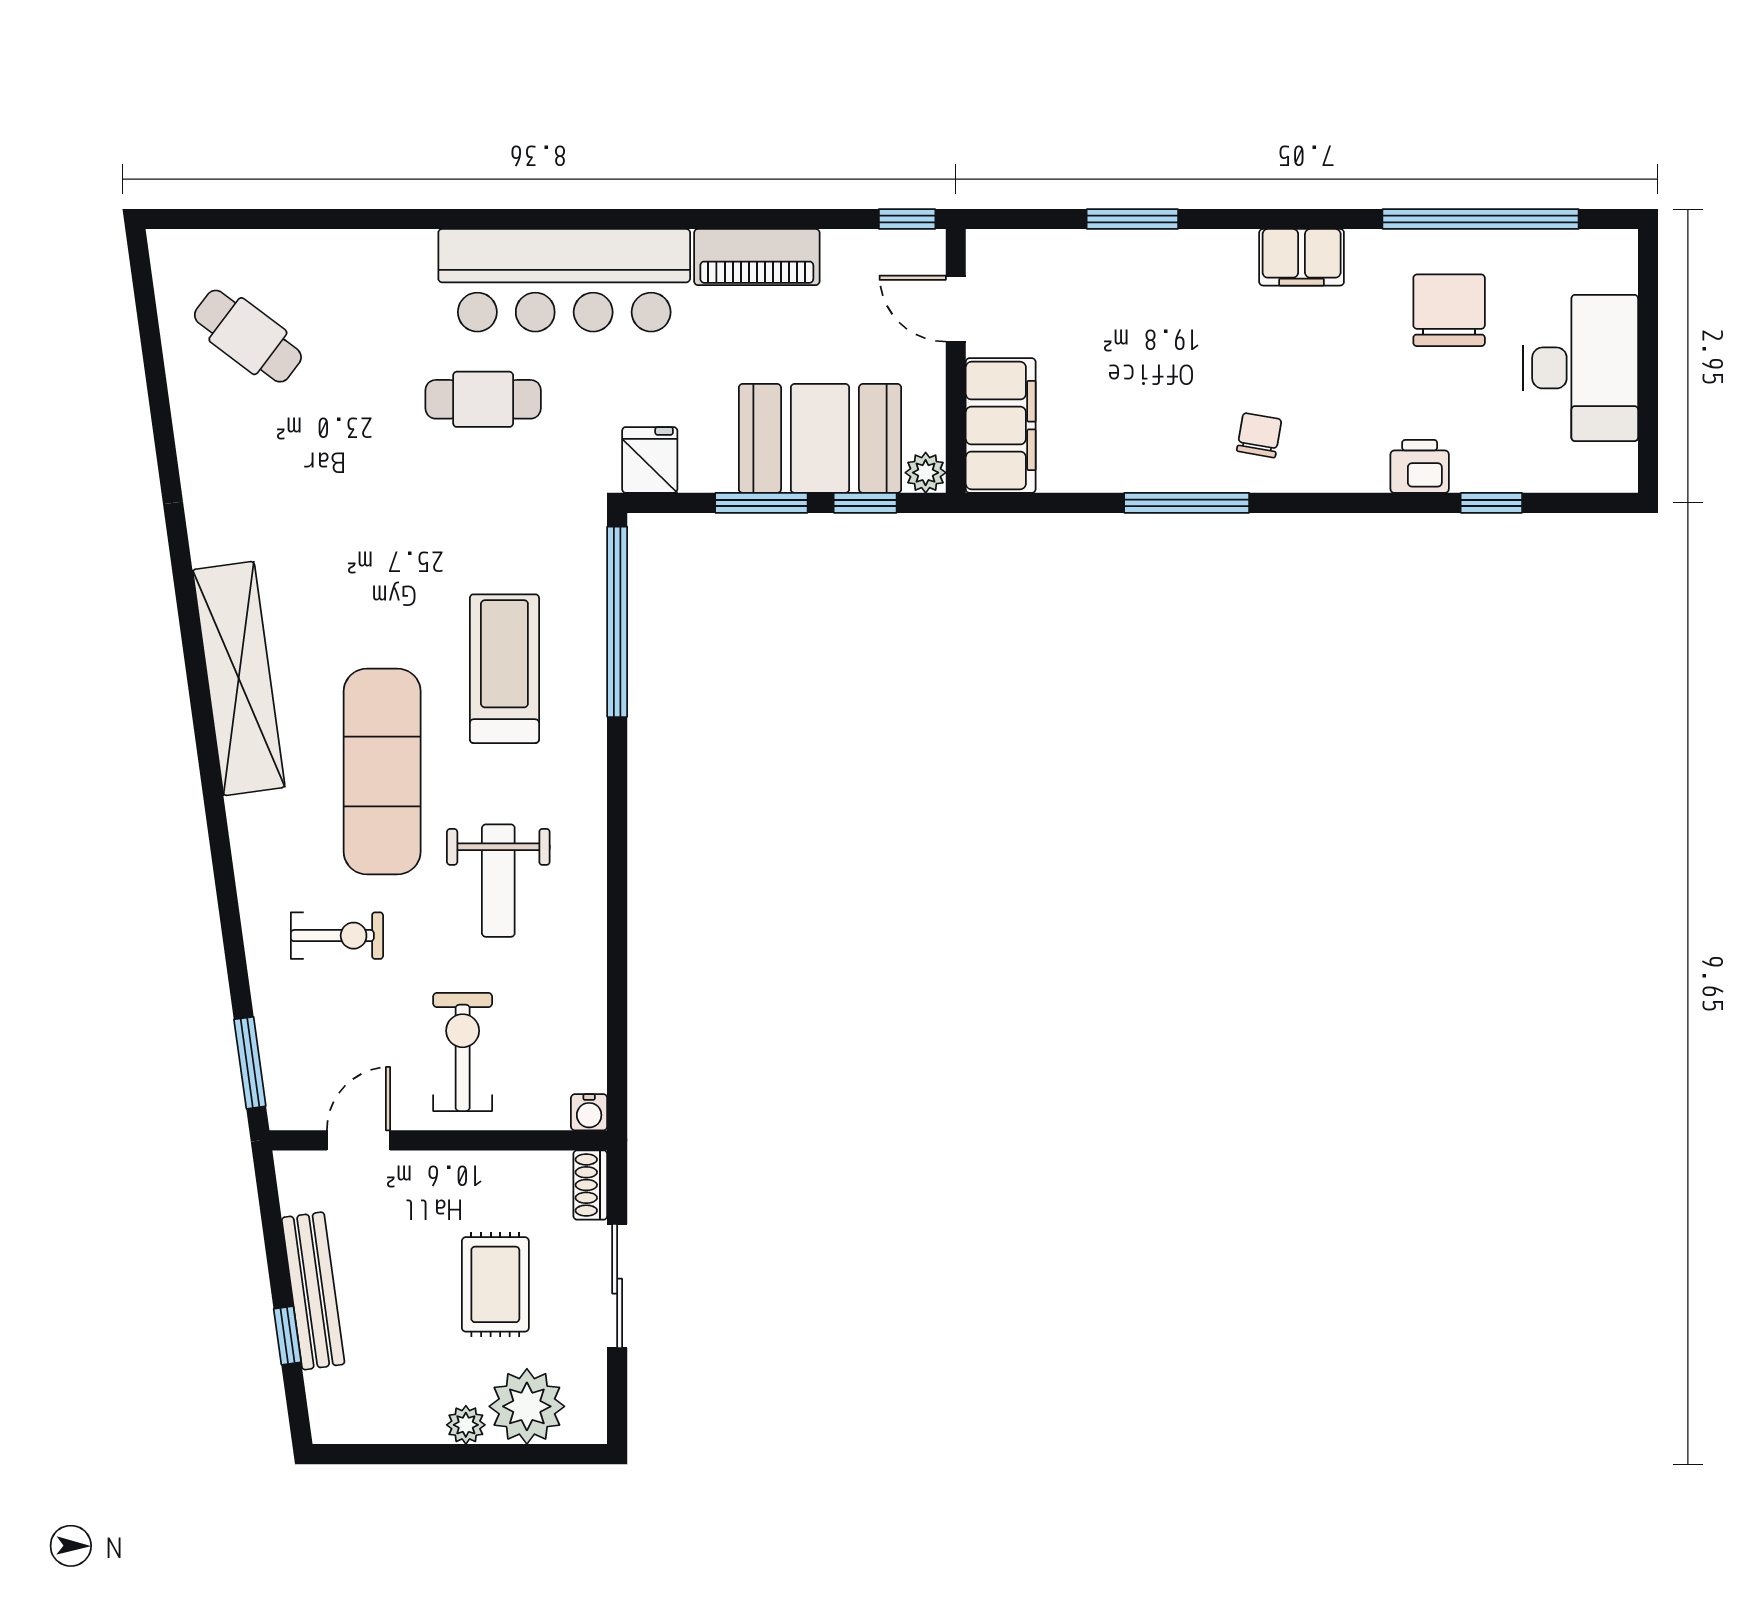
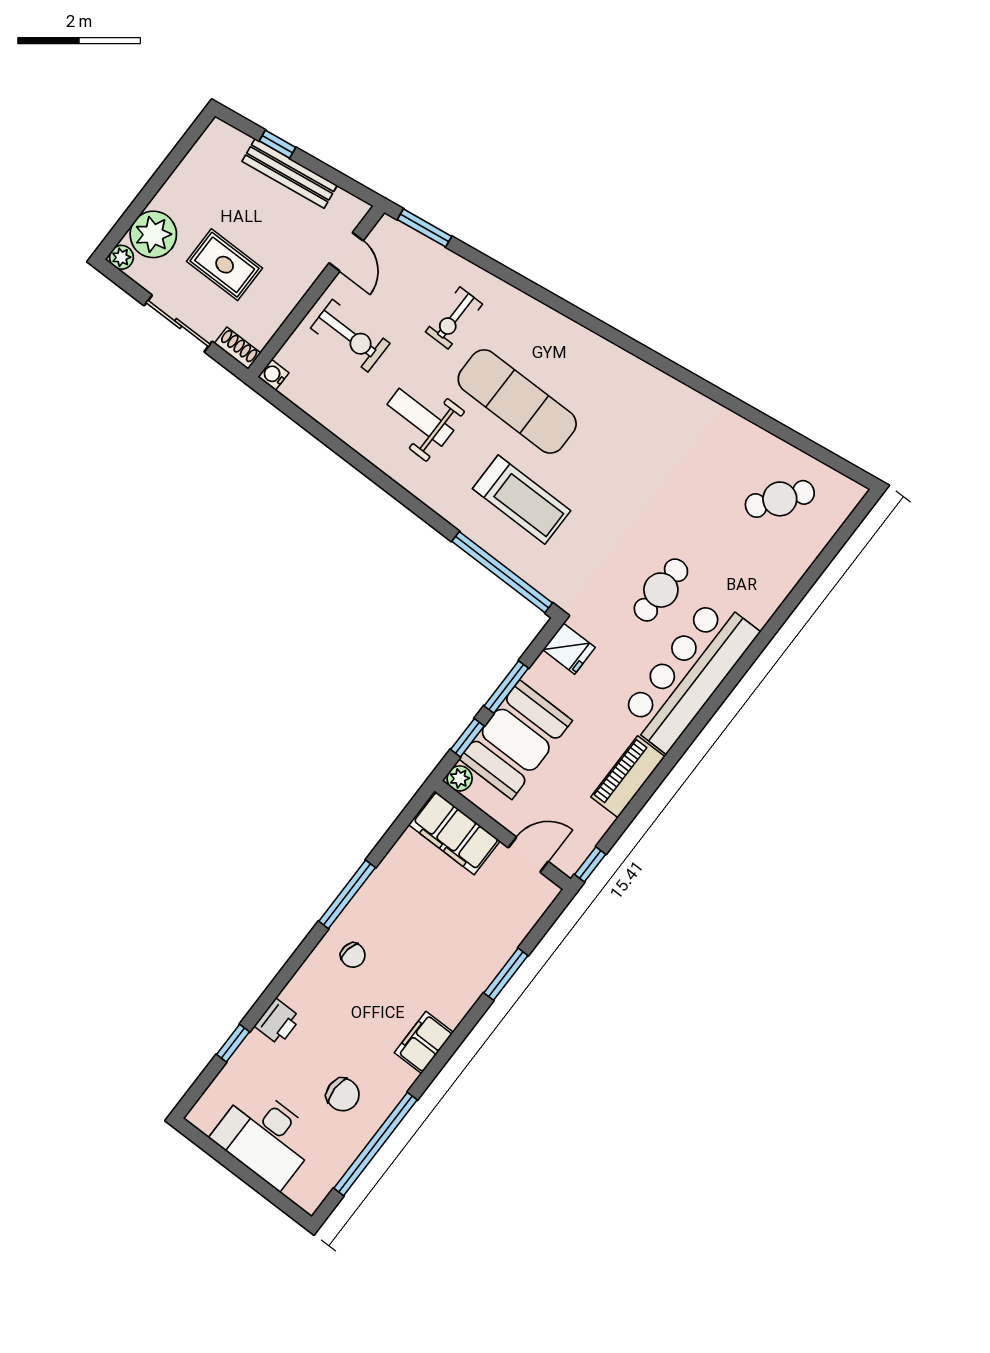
chair: (1449, 310) -> (343, 1095), width x0.73, depth x0.73
shelving: (239, 678) -> (616, 366), removed
plant: (466, 1425) -> (121, 257), moved

